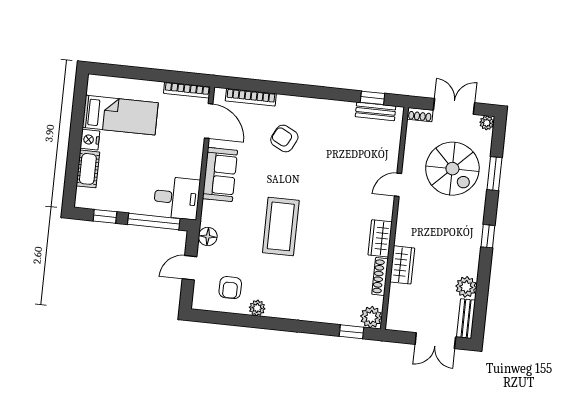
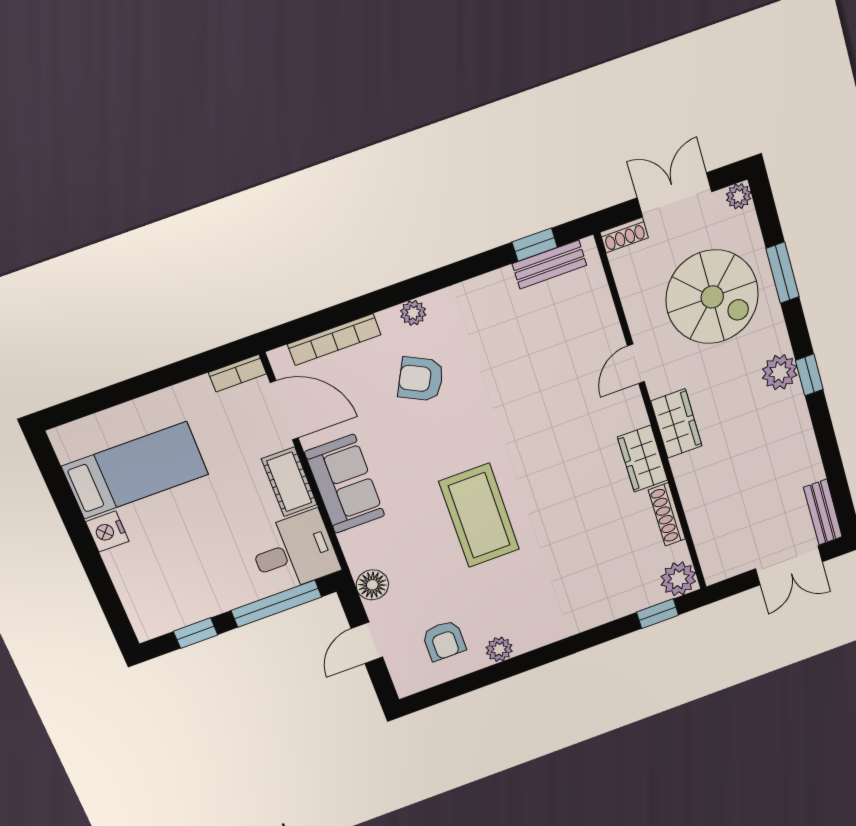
bookcase: (187, 90) -> (237, 373), width x0.64
plant: (296, 103) -> (413, 313), added
cot: (88, 169) -> (289, 482), moved
wardrobe: (402, 265) -> (676, 423), moved
plant: (466, 287) -> (780, 372), moved

